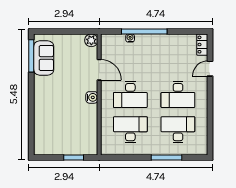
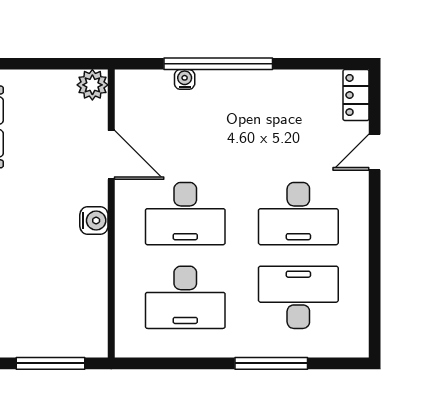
desk: (130, 130) -> (185, 297), turned 180
window: (74, 158) -> (51, 363), width x1.44

